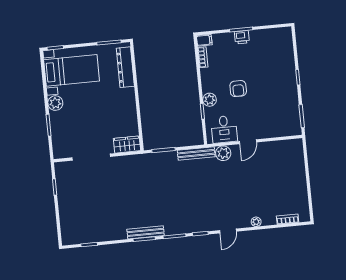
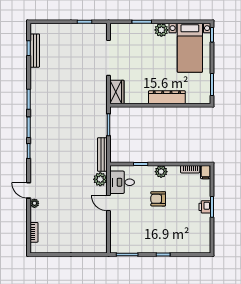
dresser: (125, 67) -> (167, 97), moved
plant: (210, 100) -> (161, 172), moved
door: (228, 231) -> (29, 190), moved
bench: (146, 232) -> (35, 51), moved

